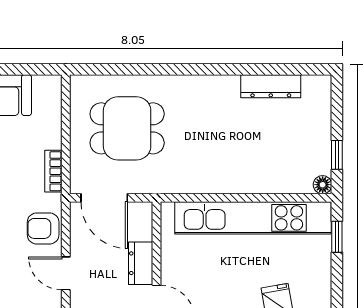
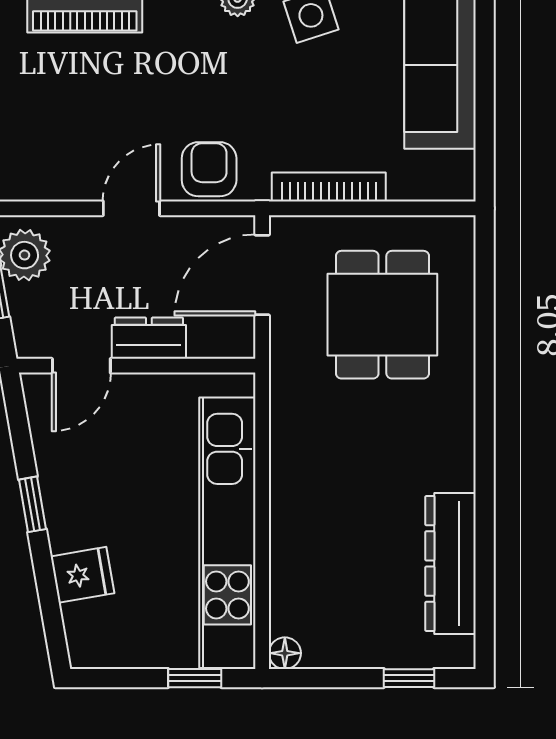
dresser: (271, 86) -> (451, 563), width x1.37, depth x1.24
window: (337, 155) -> (409, 678), moved
bookcase: (53, 171) -> (329, 187), width x1.56

